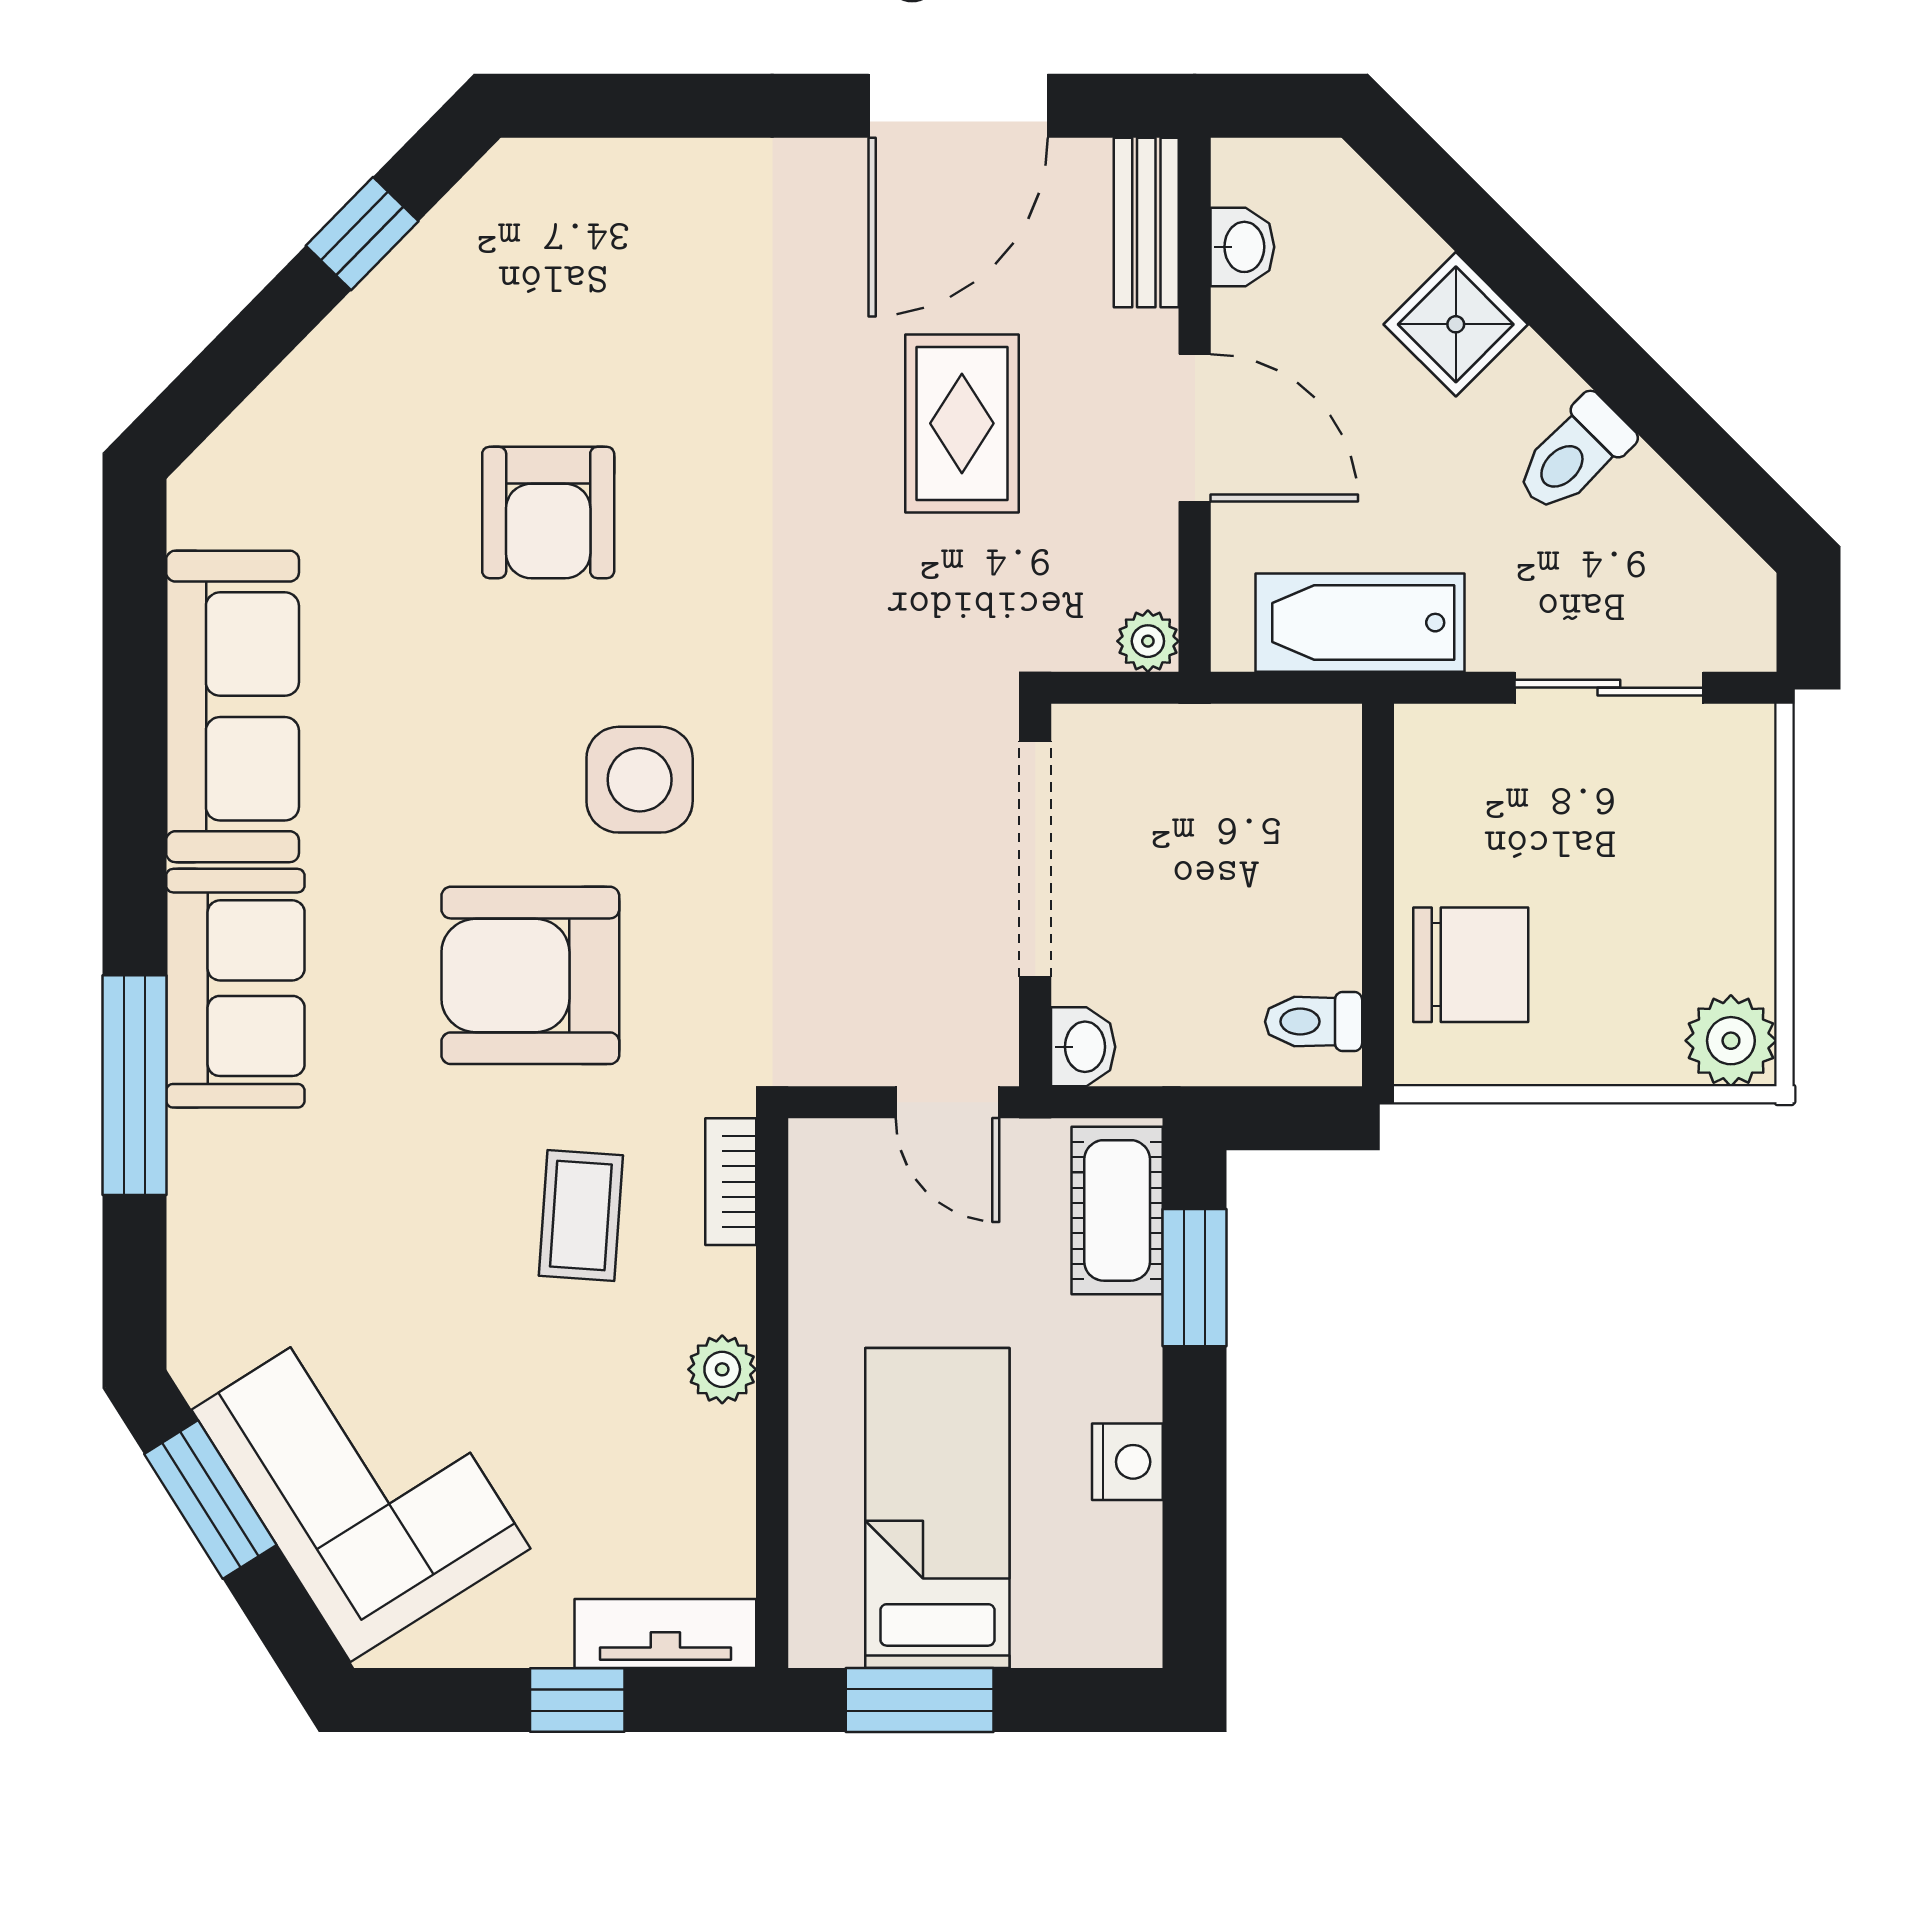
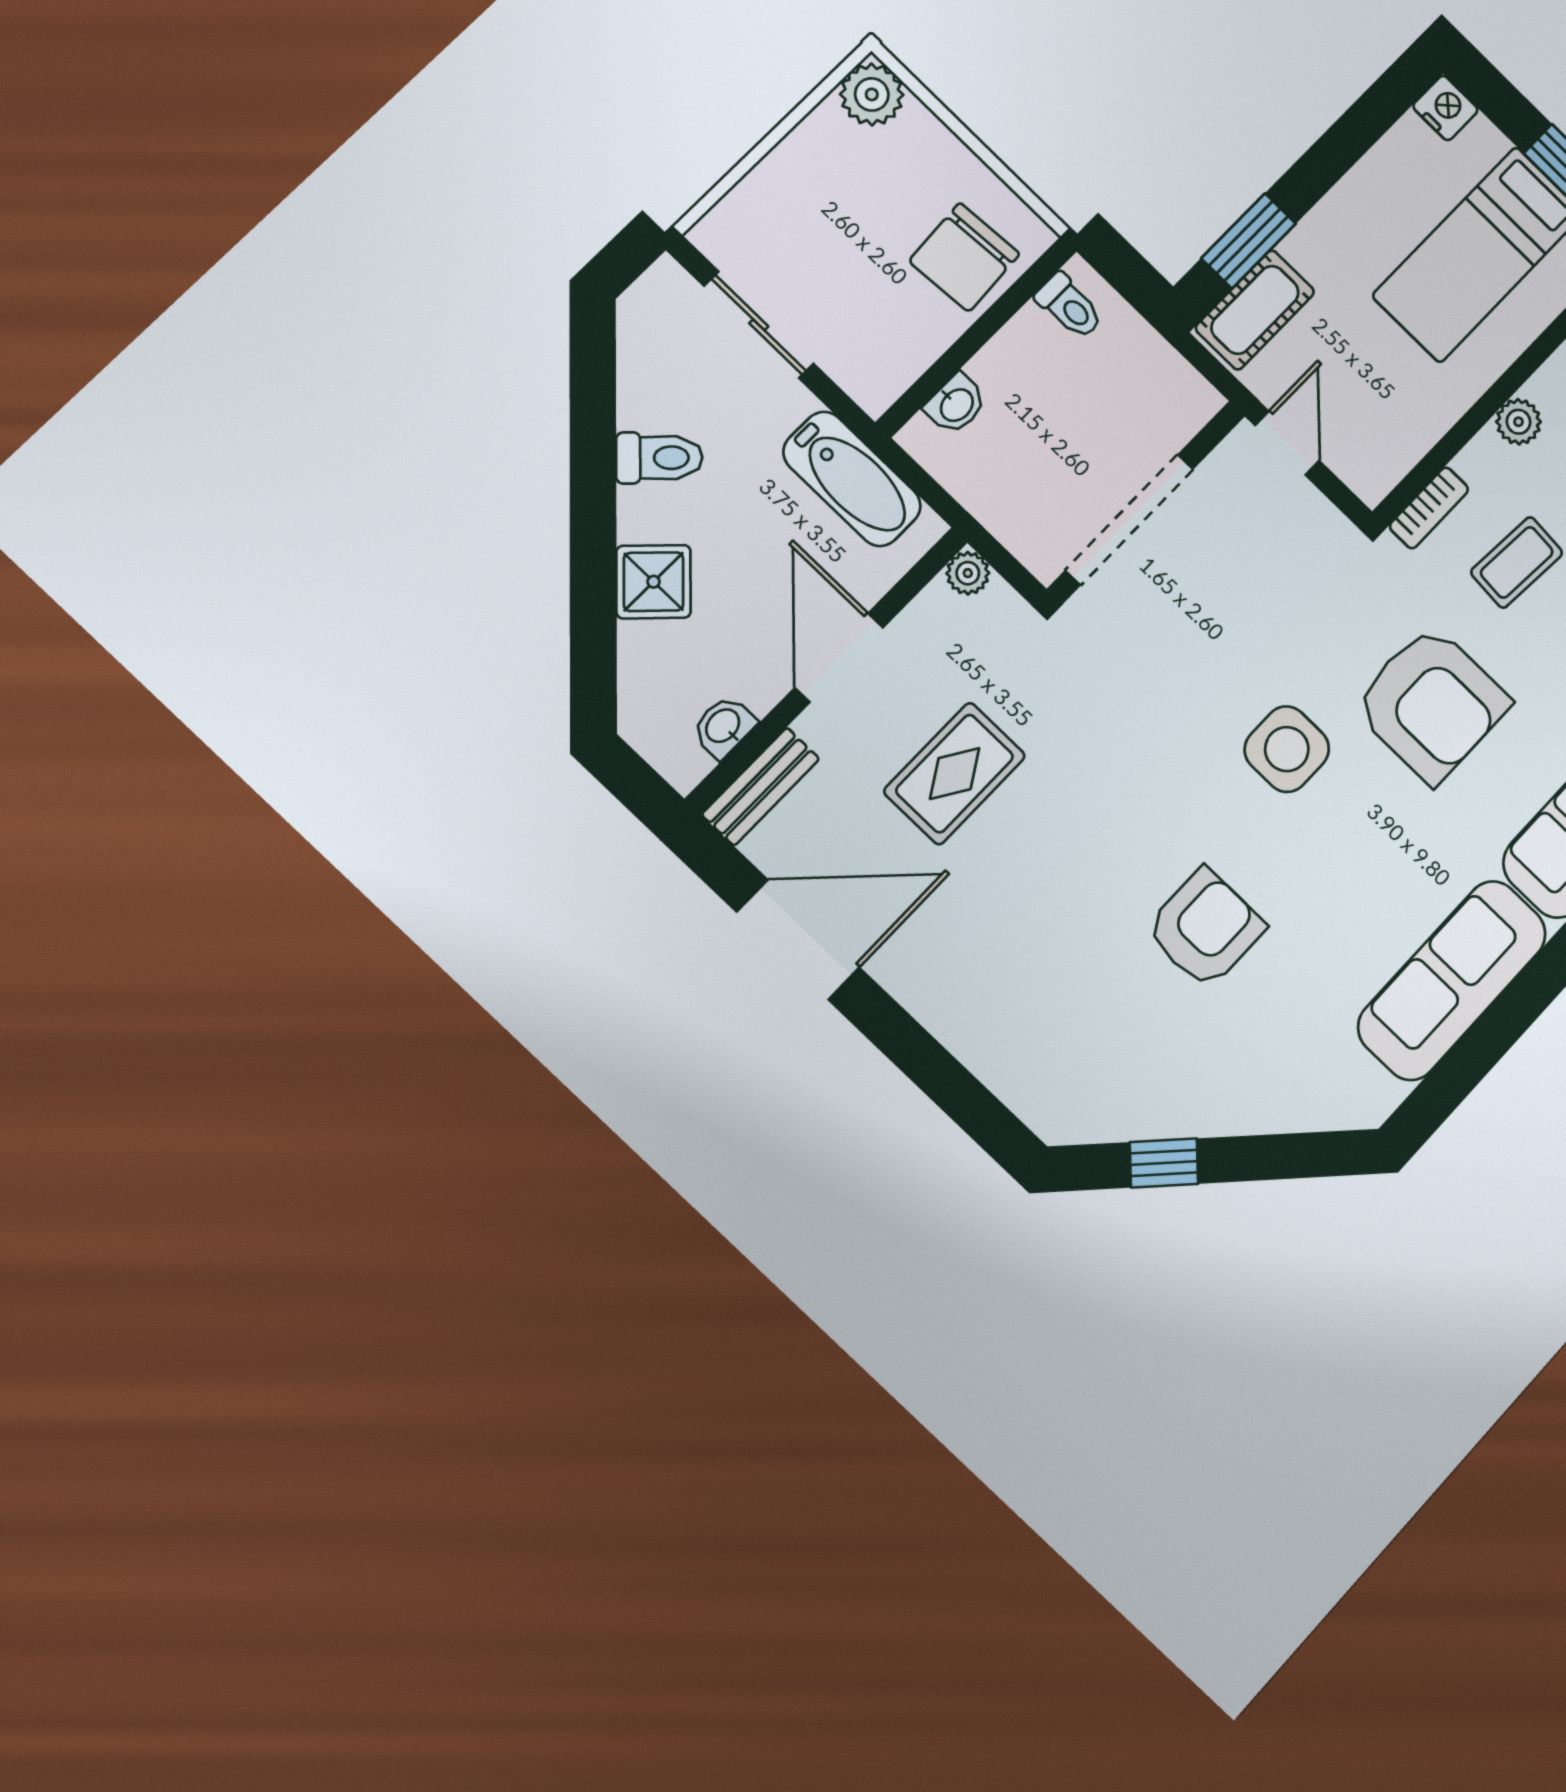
chair: (1471, 965) -> (964, 257), turned -94
washbasin: (1083, 1047) -> (956, 404), moved, turned 180
nightstand: (1127, 1462) -> (1445, 108), moved, turned 90

